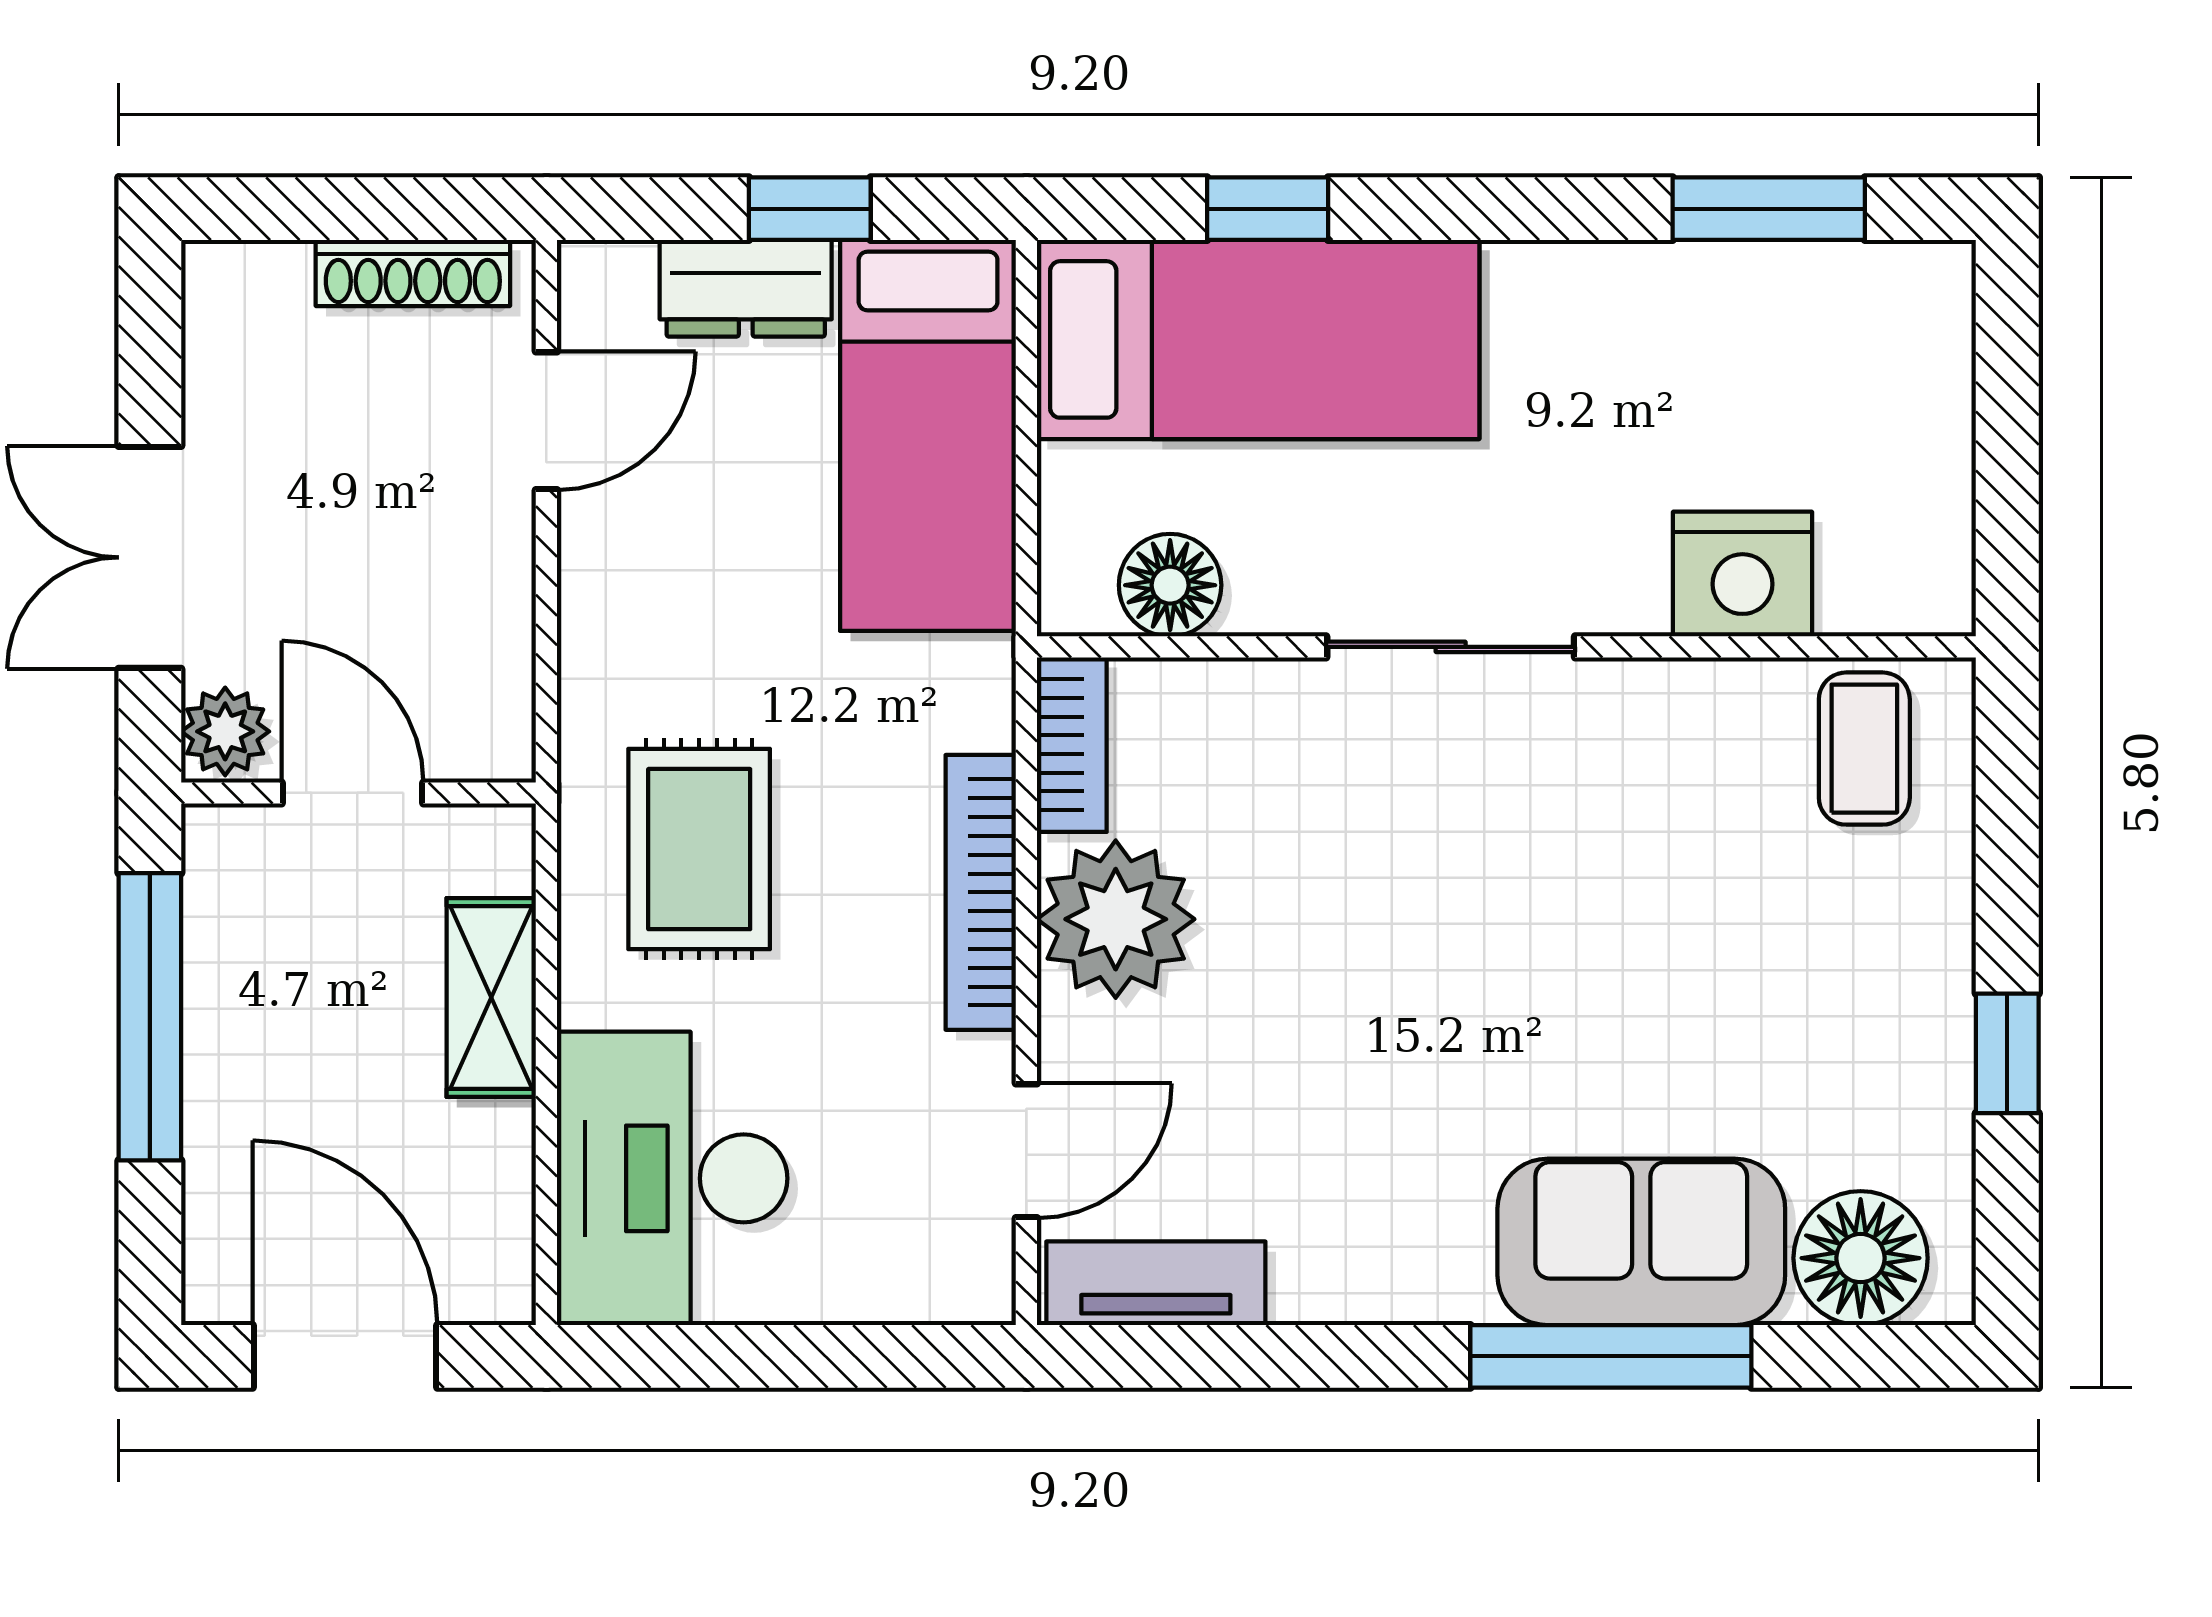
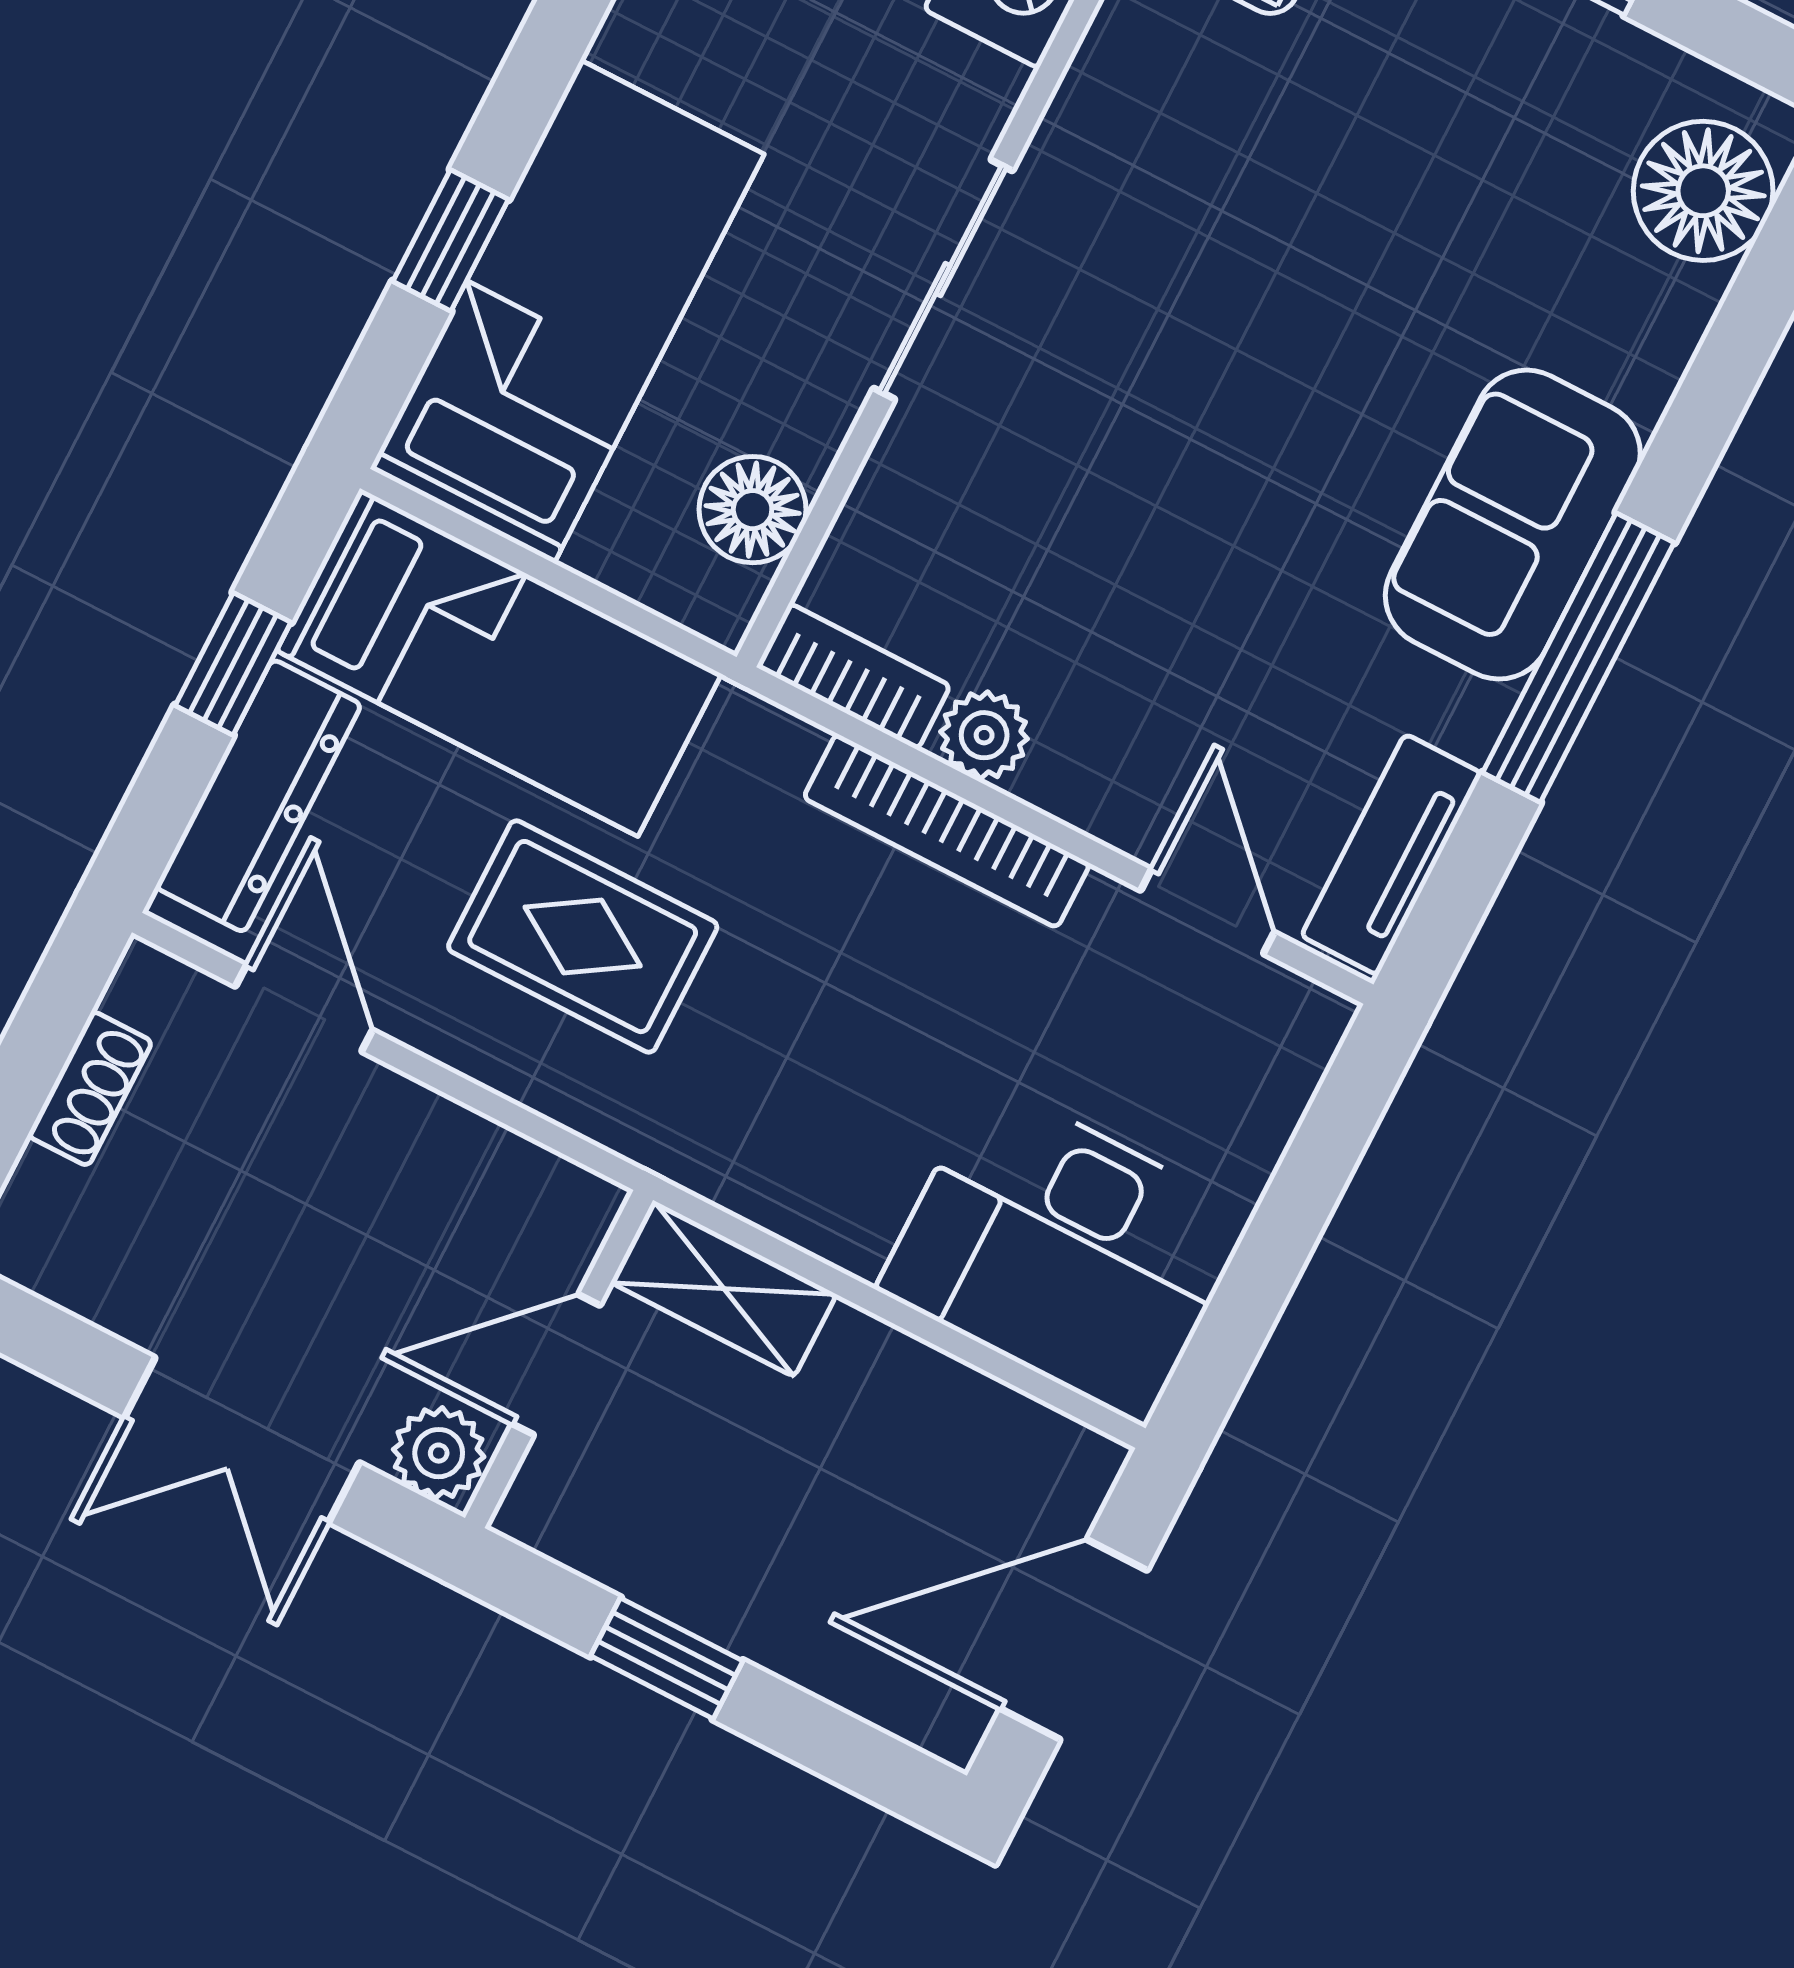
shoe rack: (413, 273) -> (90, 1089), width x0.70
dresser: (746, 288) -> (258, 796), width x1.44
rug: (699, 849) -> (583, 937), moved
plant: (1116, 919) -> (984, 735), width x0.53, depth x0.53
shelving: (491, 997) -> (724, 1288), moved
window: (150, 1017) -> (667, 1658), width x0.46
sofa: (1641, 1242) -> (1513, 525), moved
window: (1611, 1356) -> (1578, 658), moved

